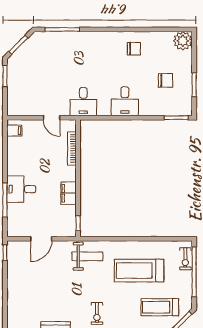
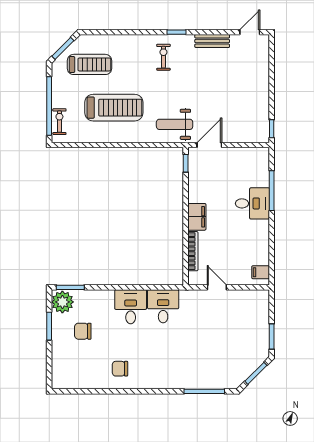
plant: (183, 41) -> (62, 302), moved
desk: (83, 102) -> (163, 306), moved
filing cabinet: (69, 193) -> (197, 217), moved
door: (41, 239) -> (209, 145), moved

